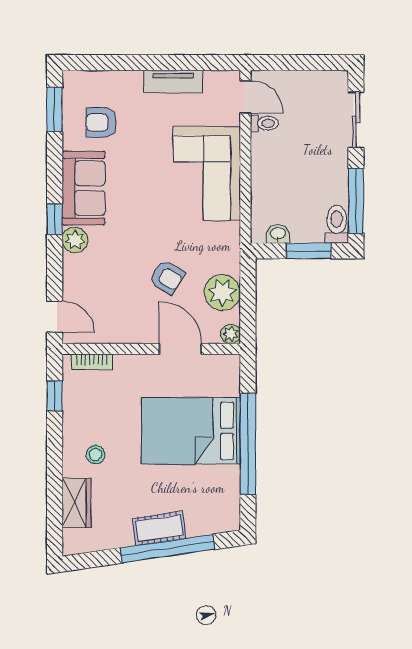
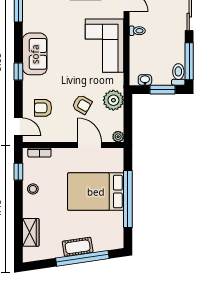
armchair: (101, 122) -> (43, 108), moved
toilet: (264, 123) -> (137, 31), moved
plant: (75, 240) -> (30, 83), removed
plant: (222, 292) -> (113, 100), moved
stool: (96, 455) -> (33, 189), moved

